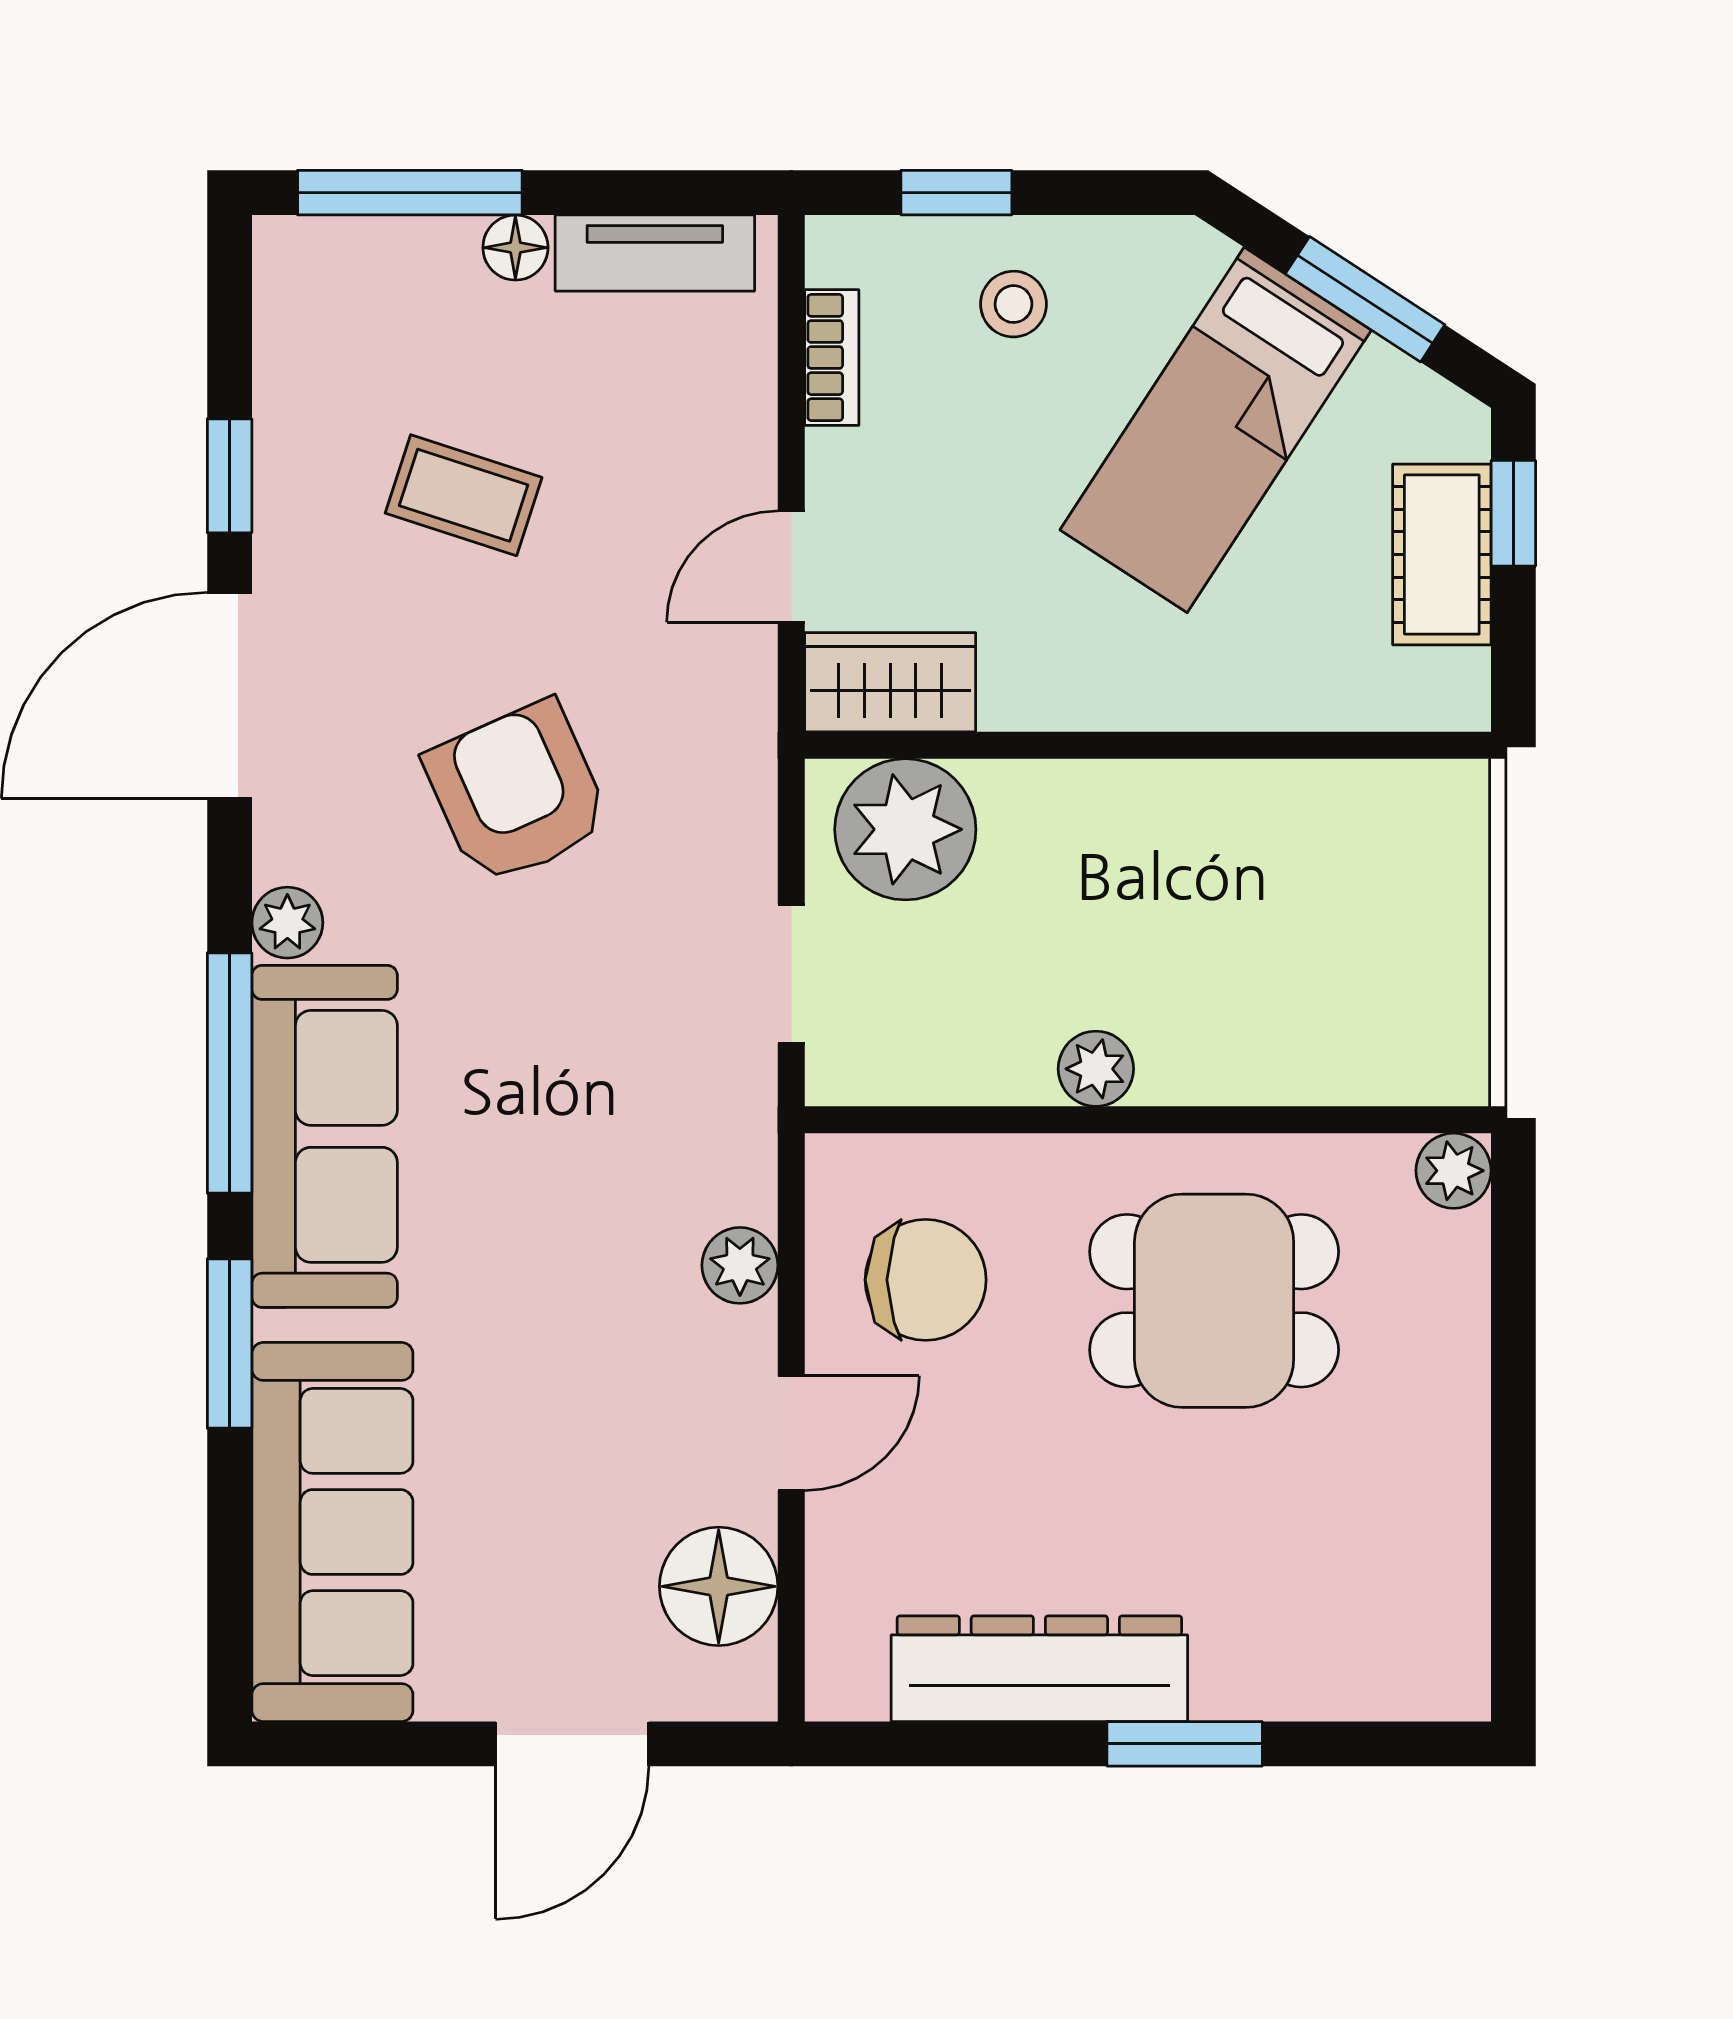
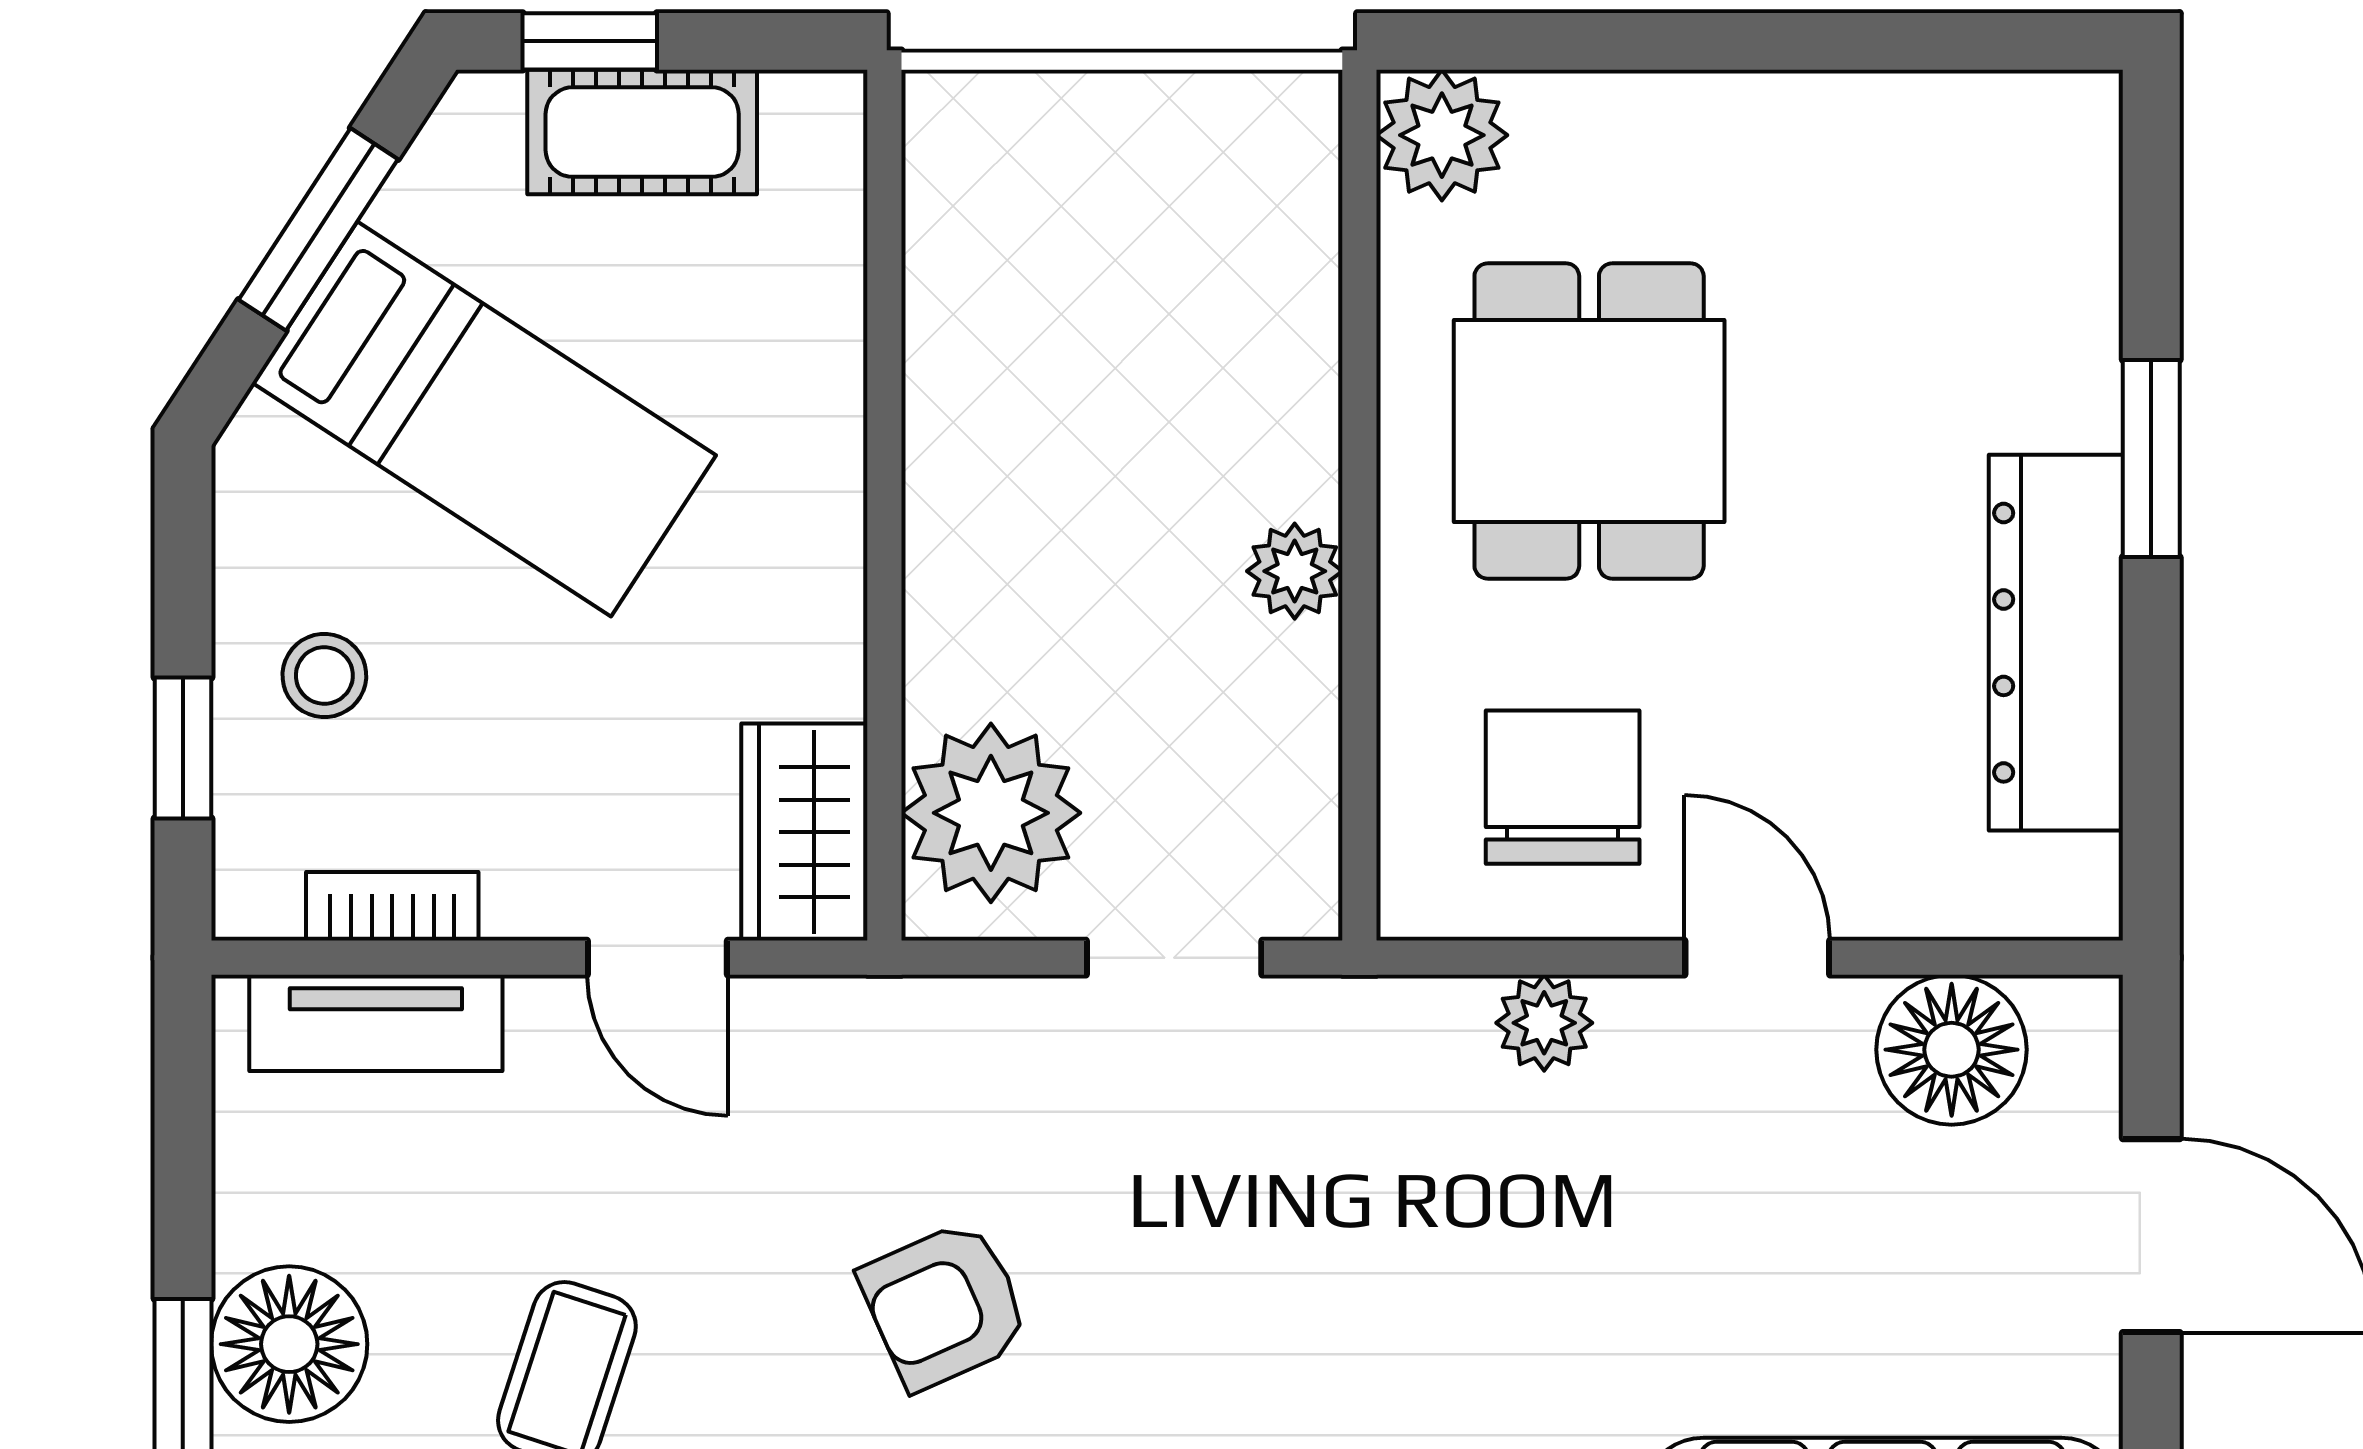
floor lamp: (515, 248) -> (289, 1344), width x1.89, depth x1.89
tv unit: (655, 253) -> (376, 1023), moved, turned 90
armchair: (517, 793) -> (945, 1305), width x0.72, depth x0.72
plant: (1453, 1171) -> (1442, 135), width x1.38, depth x1.38

